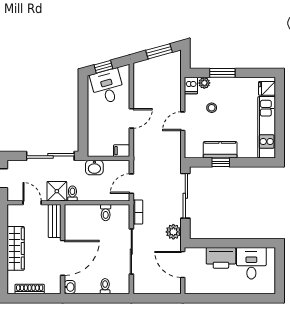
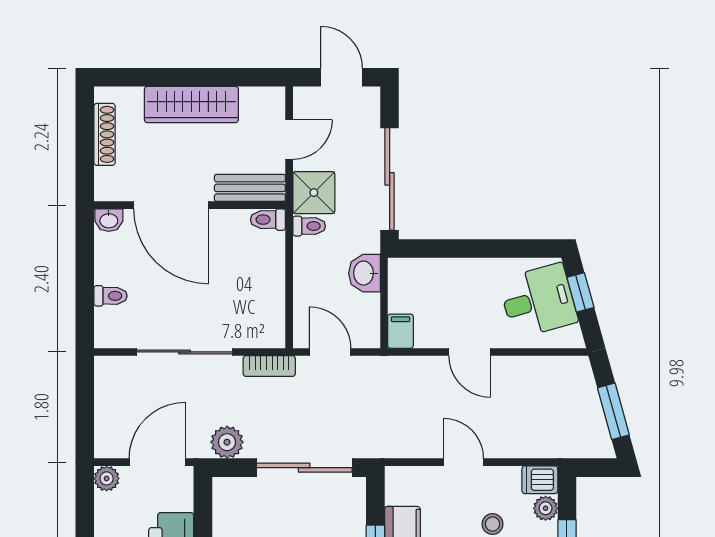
toilet: (106, 213) -> (268, 220), moved
plant: (190, 288) -> (107, 478), added

